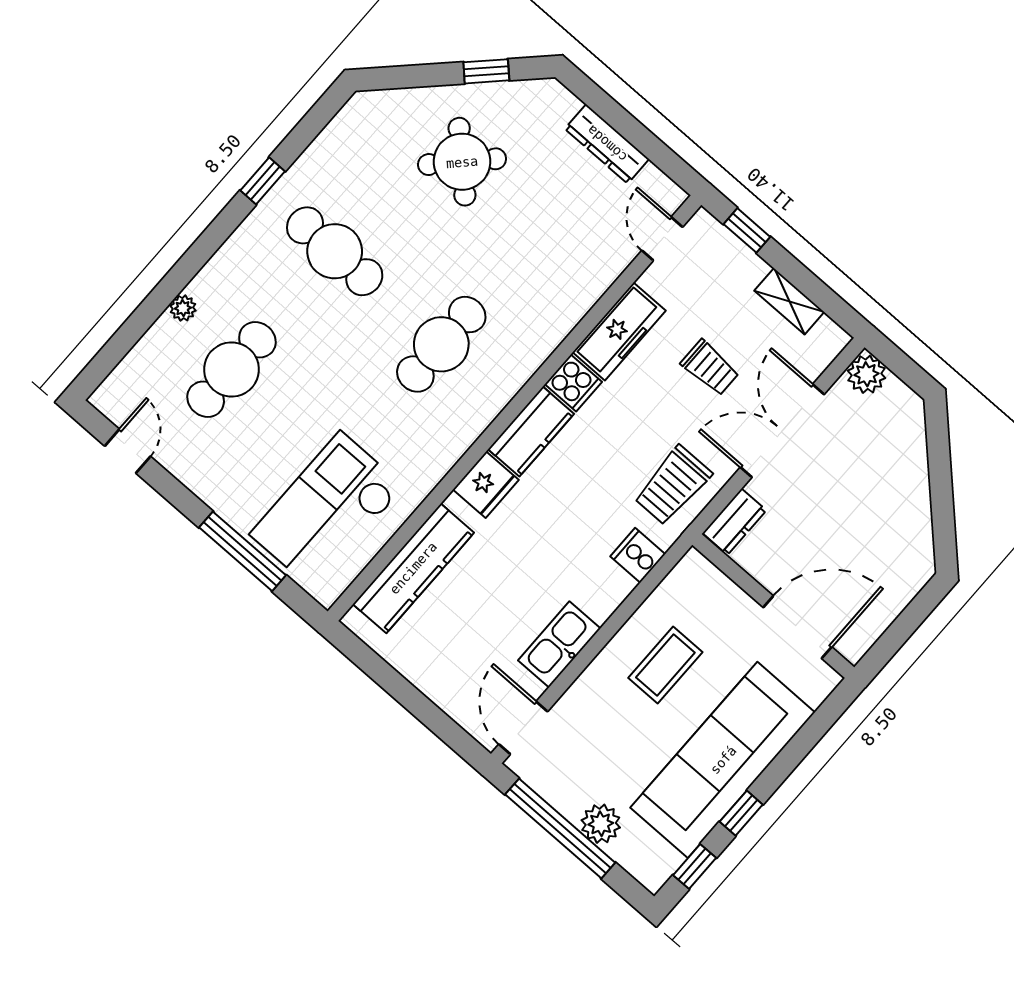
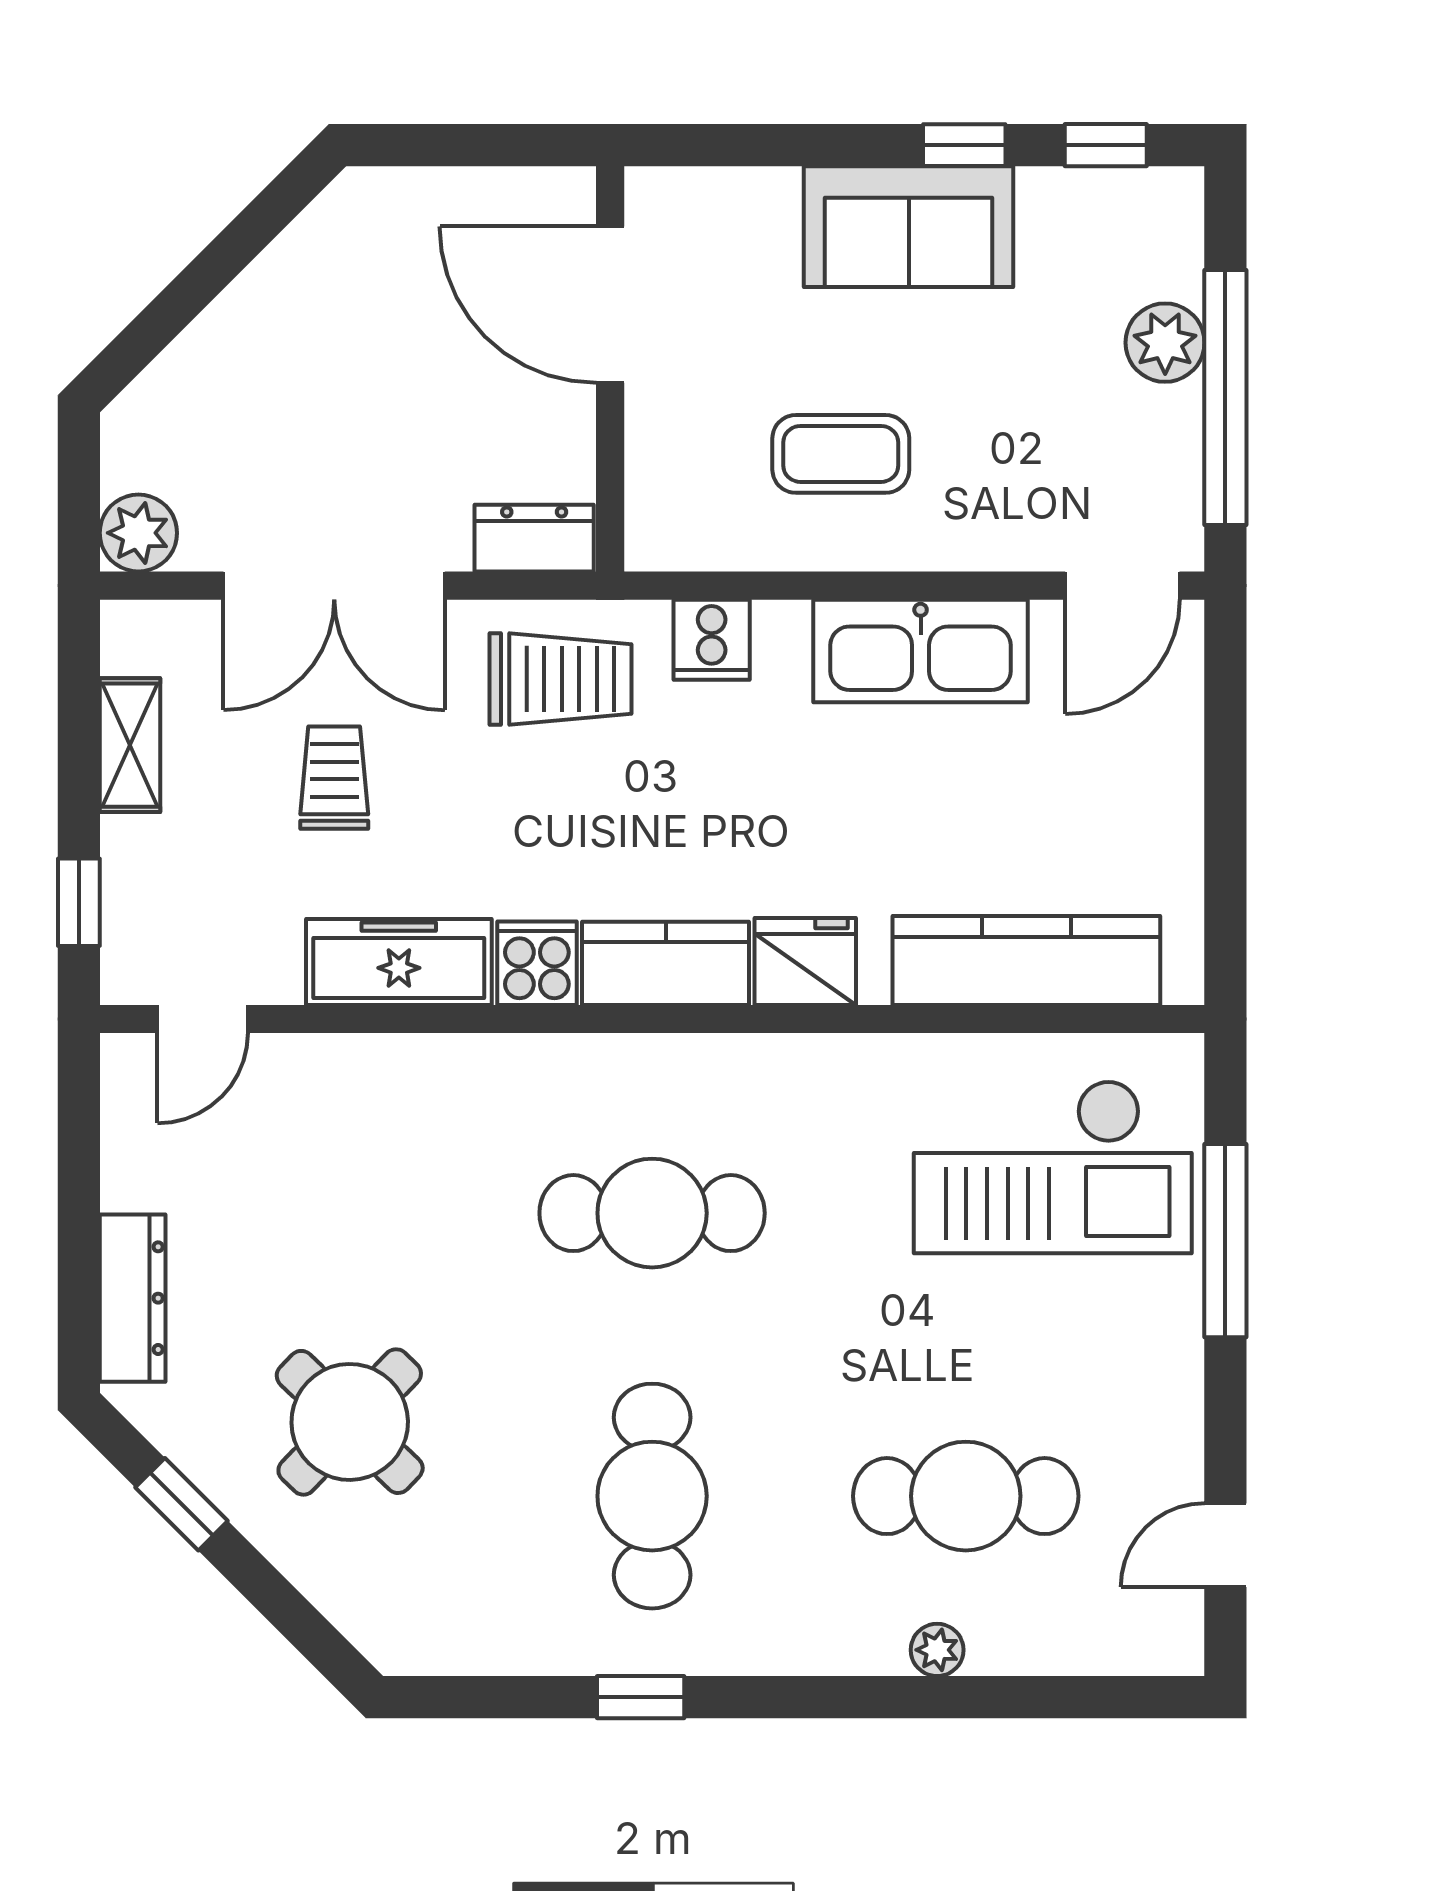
dresser: (607, 144) -> (133, 1298), moved
kitchen sink: (559, 644) -> (921, 651), width x1.36, depth x1.24
sofa: (723, 760) -> (909, 227), width x0.54, depth x0.79

